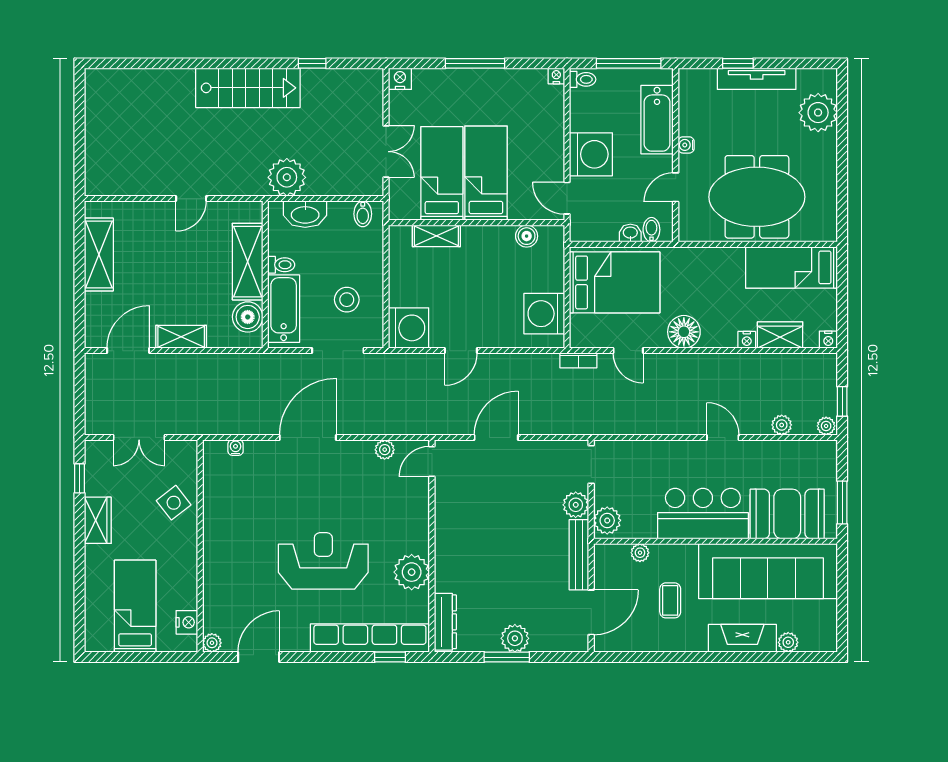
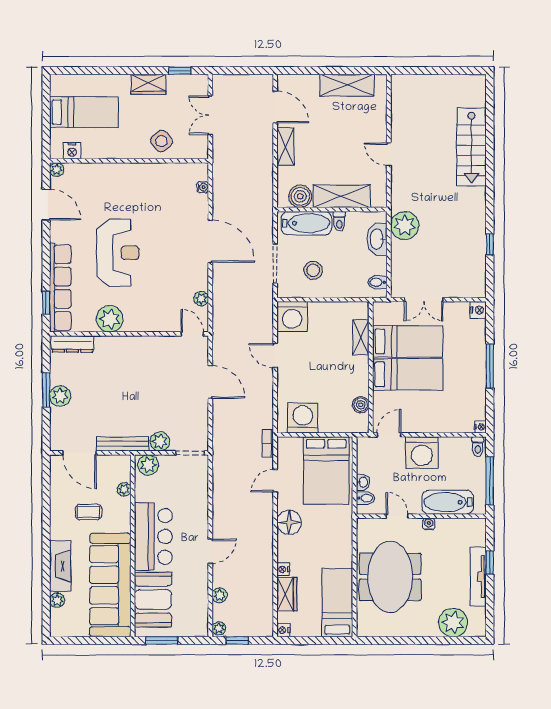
stairs: (248, 88) -> (471, 147), moved

